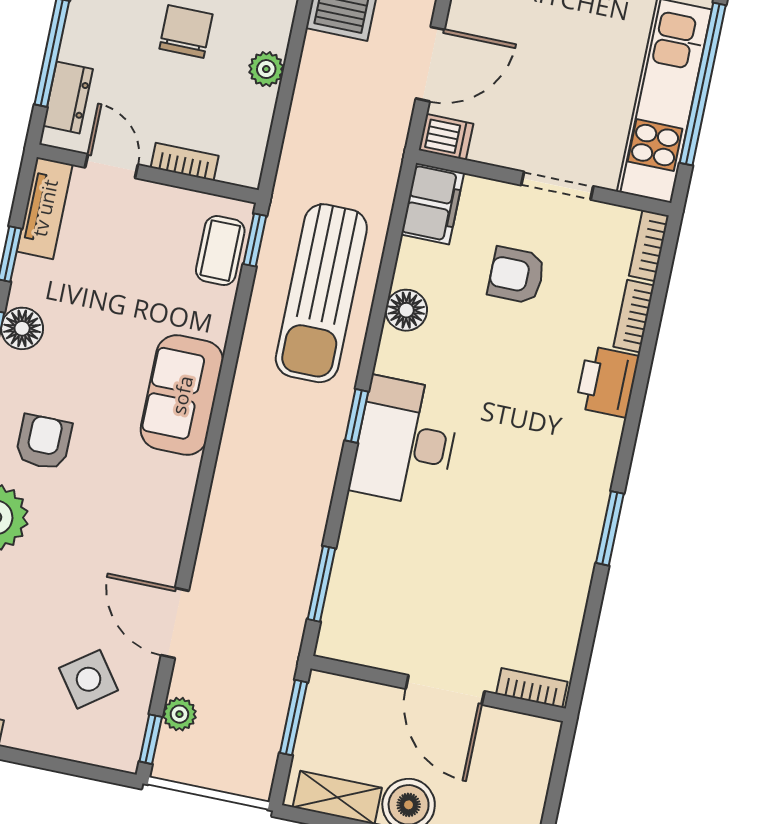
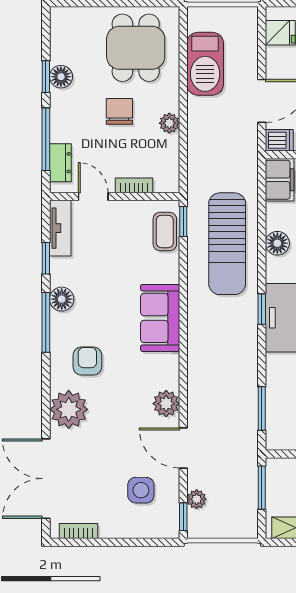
plant: (162, 542) -> (166, 404), added
side table: (89, 679) -> (141, 490), turned 37

